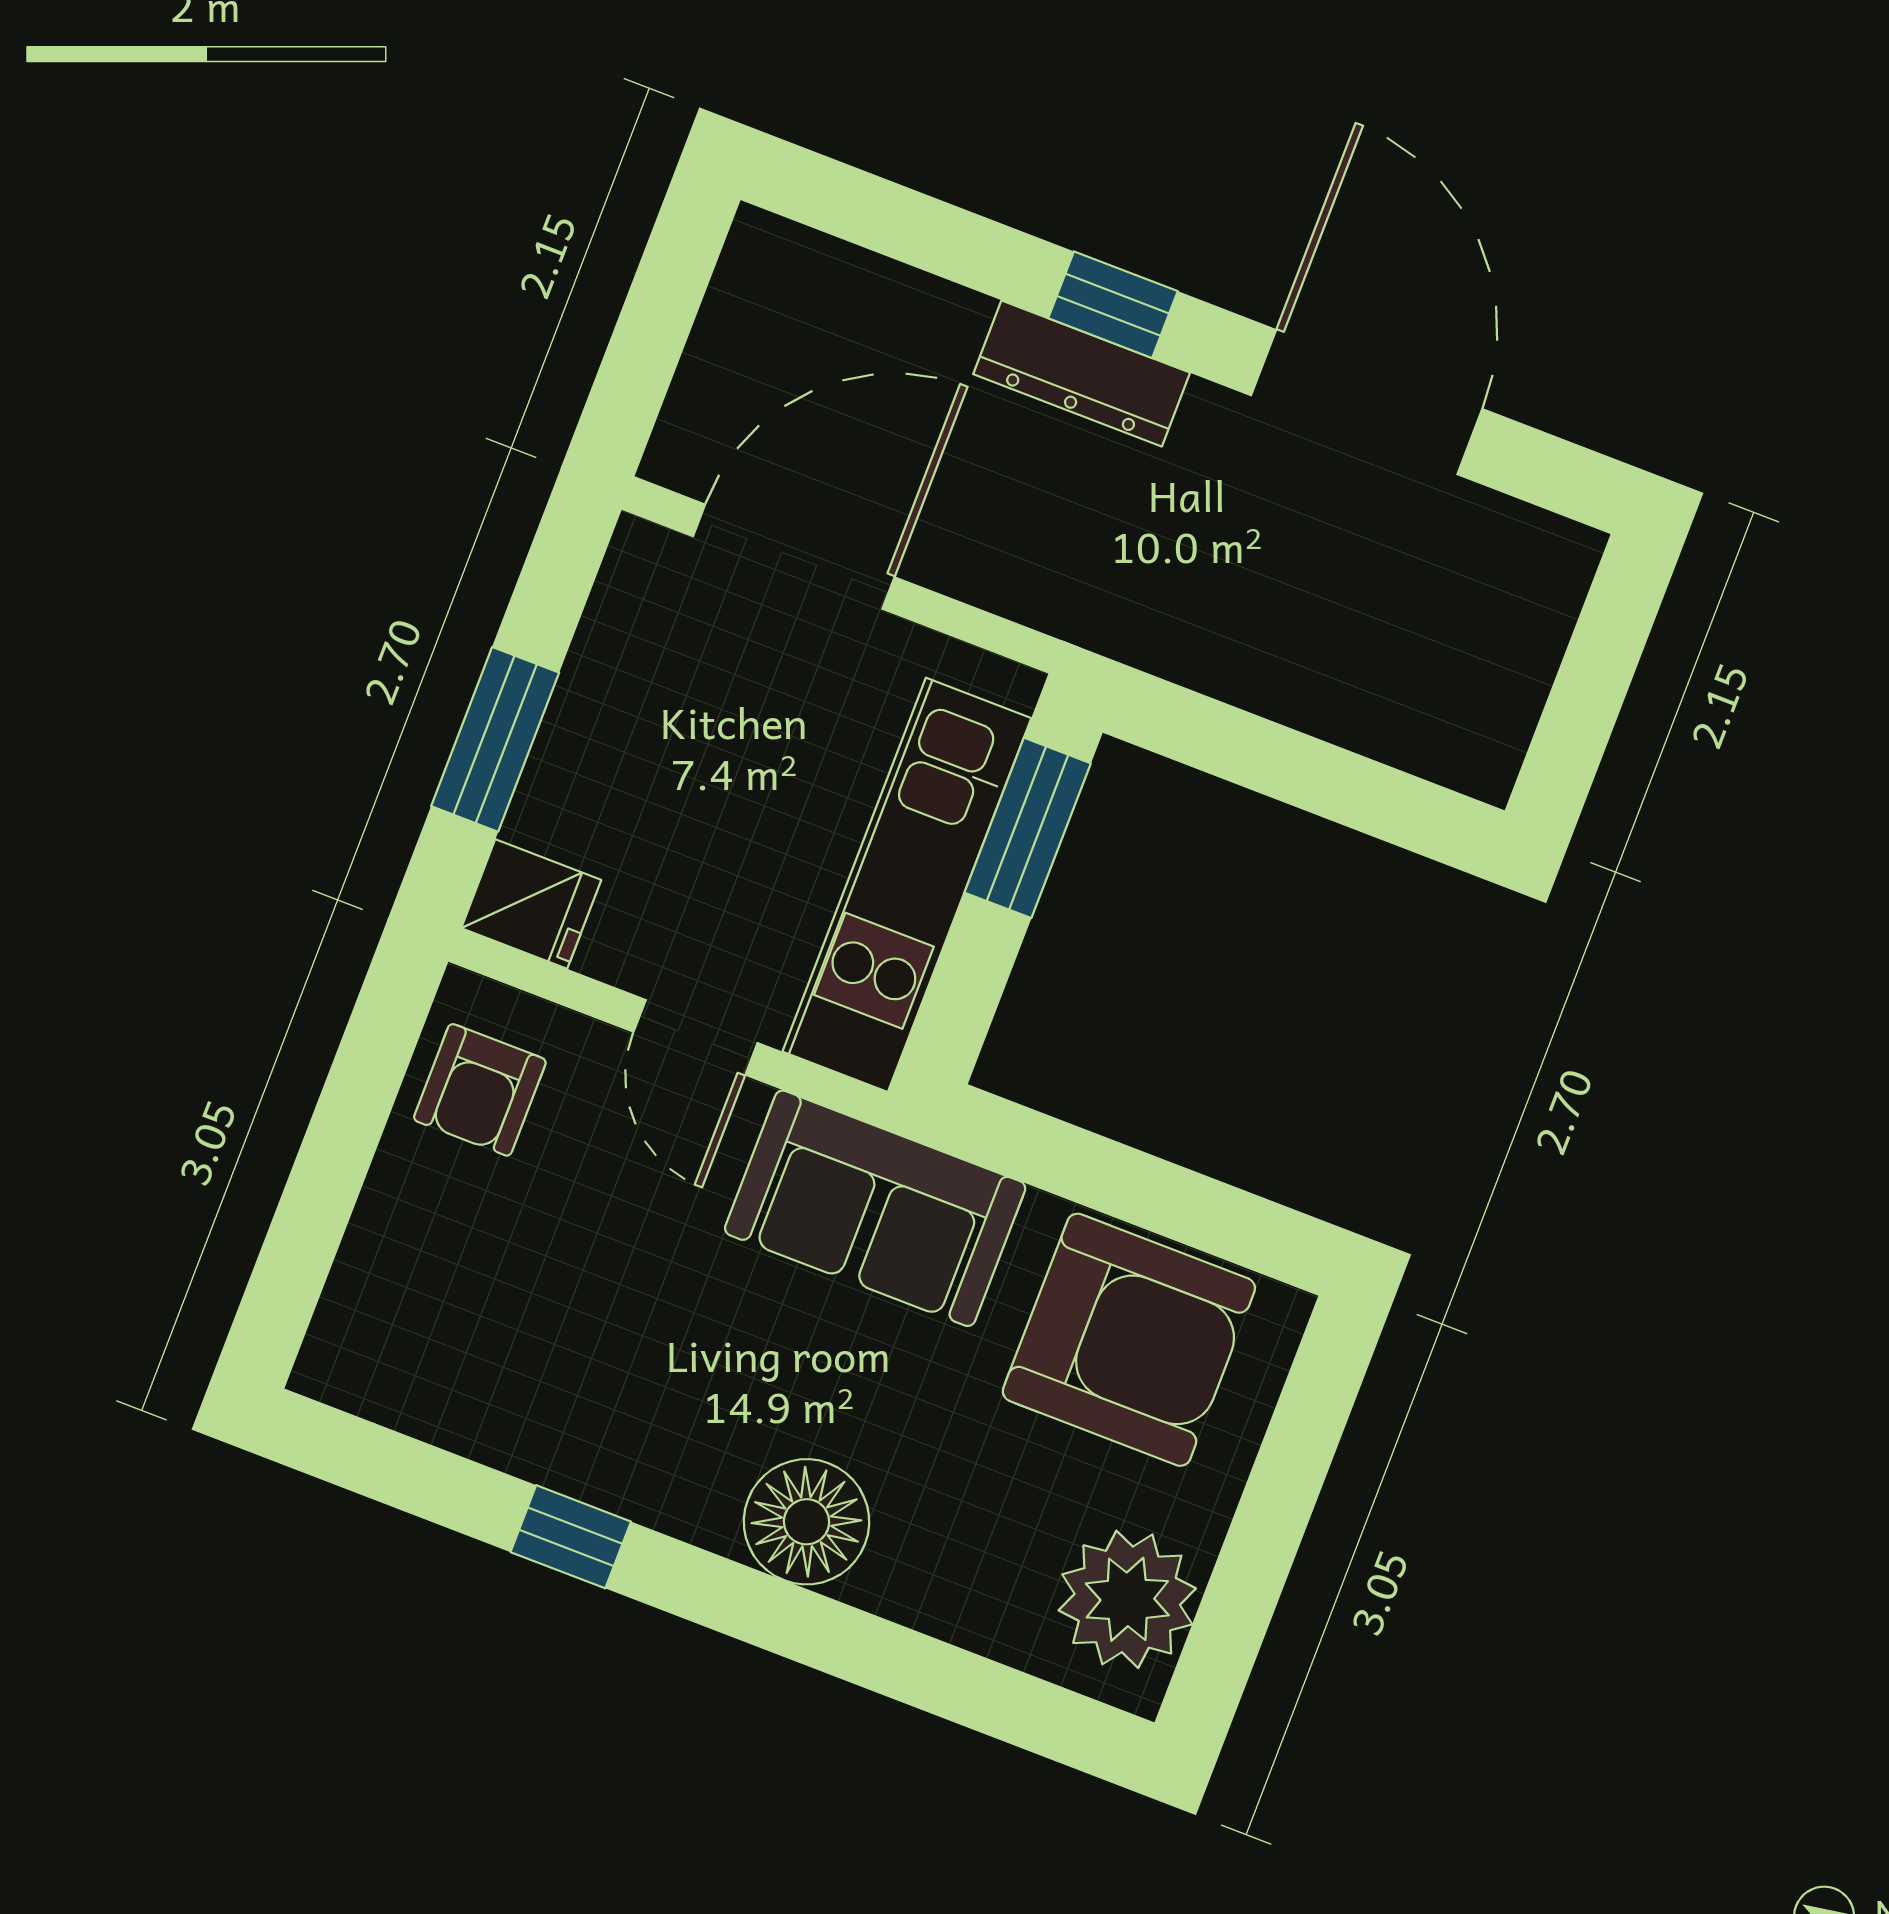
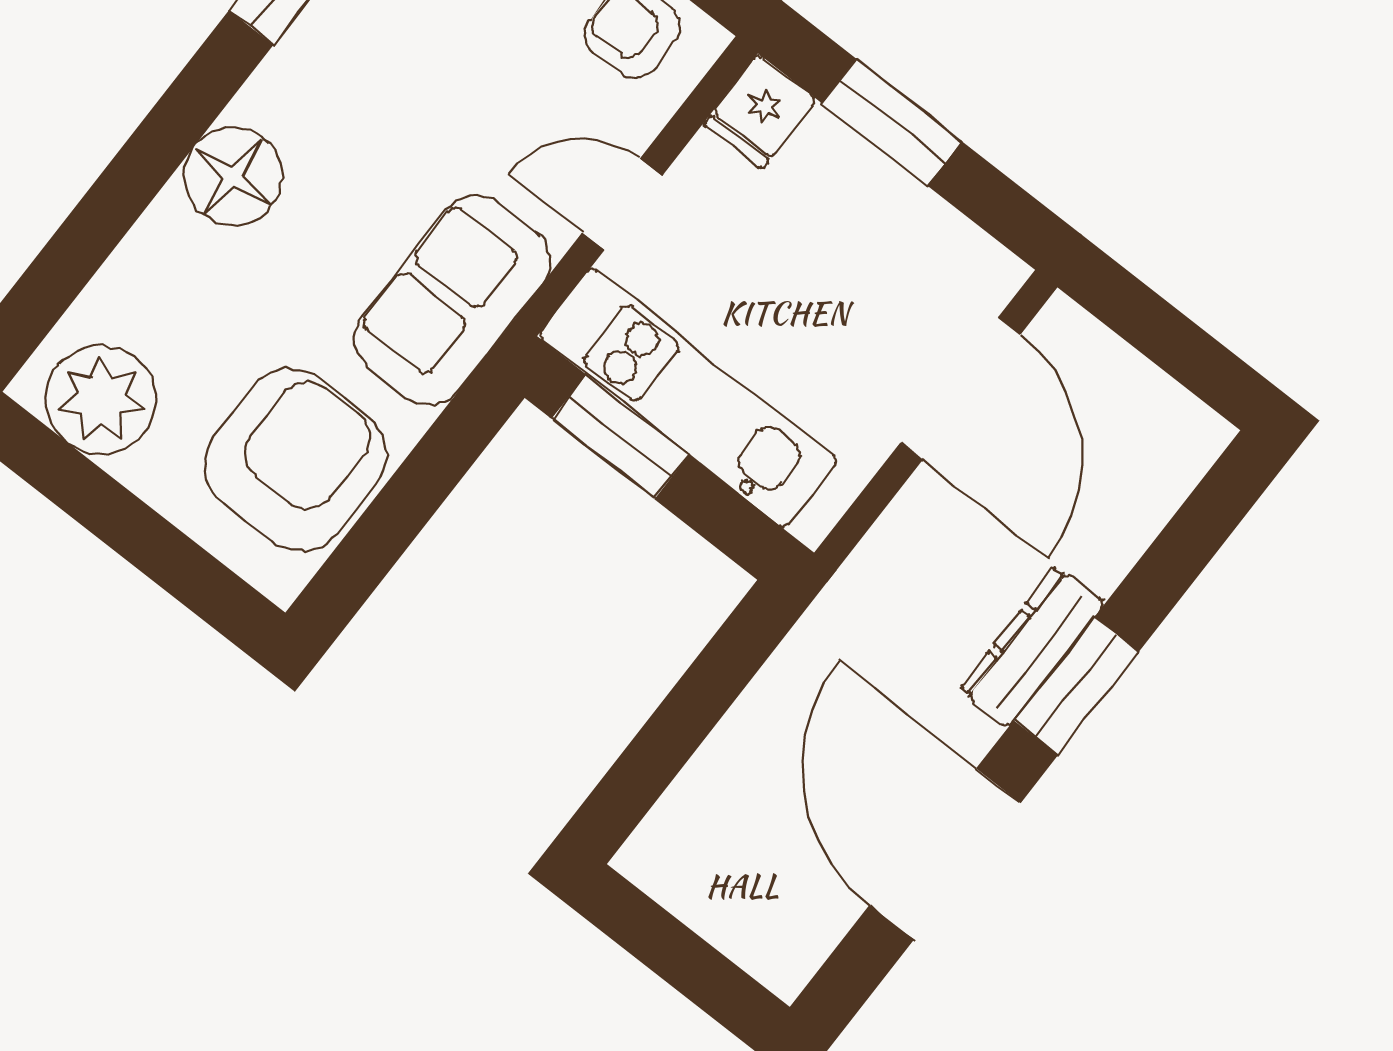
window: (1113, 305) -> (1076, 686), width x1.50
door: (1367, 402) -> (945, 854), swing flipped
window: (1028, 828) -> (620, 437), moved
armchair: (1129, 1340) -> (296, 460), turned 180

